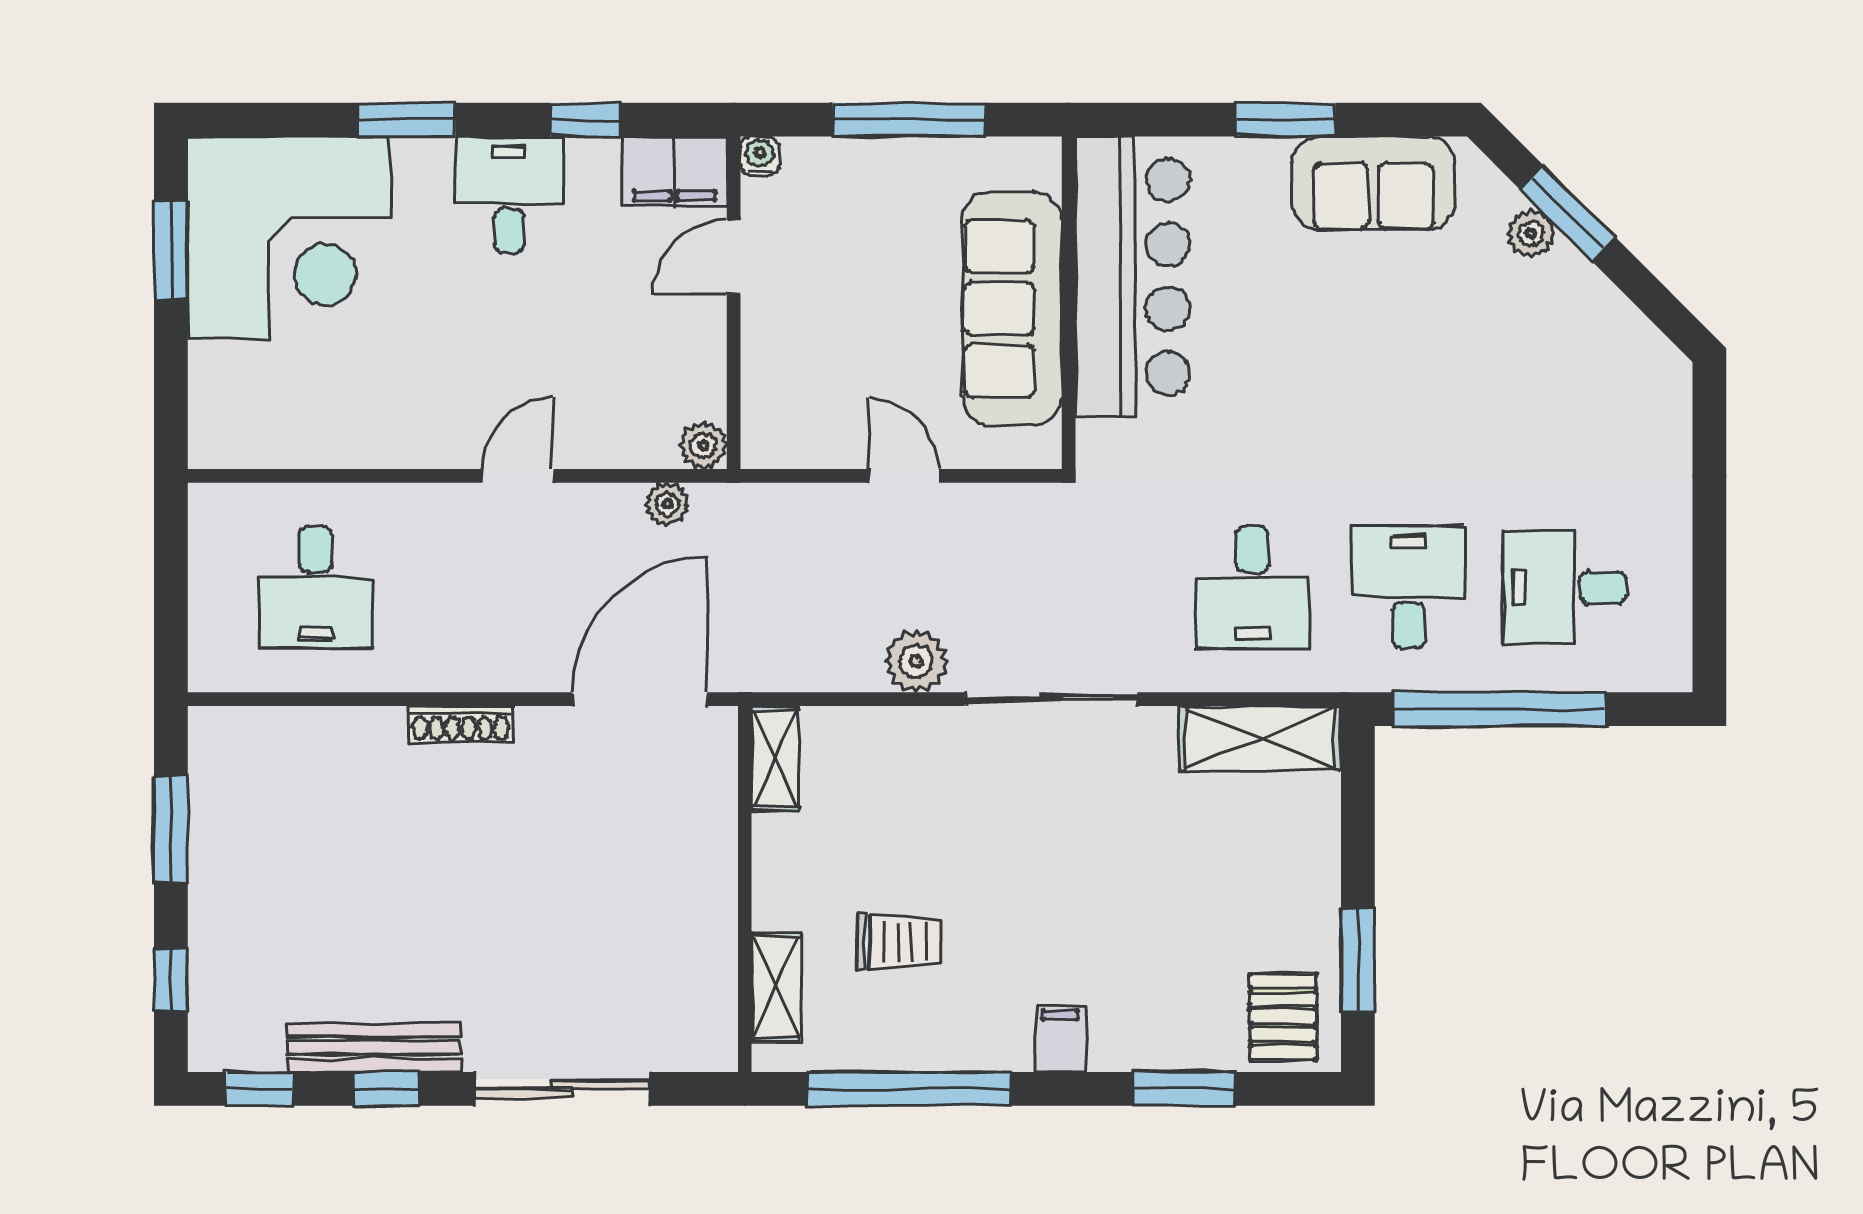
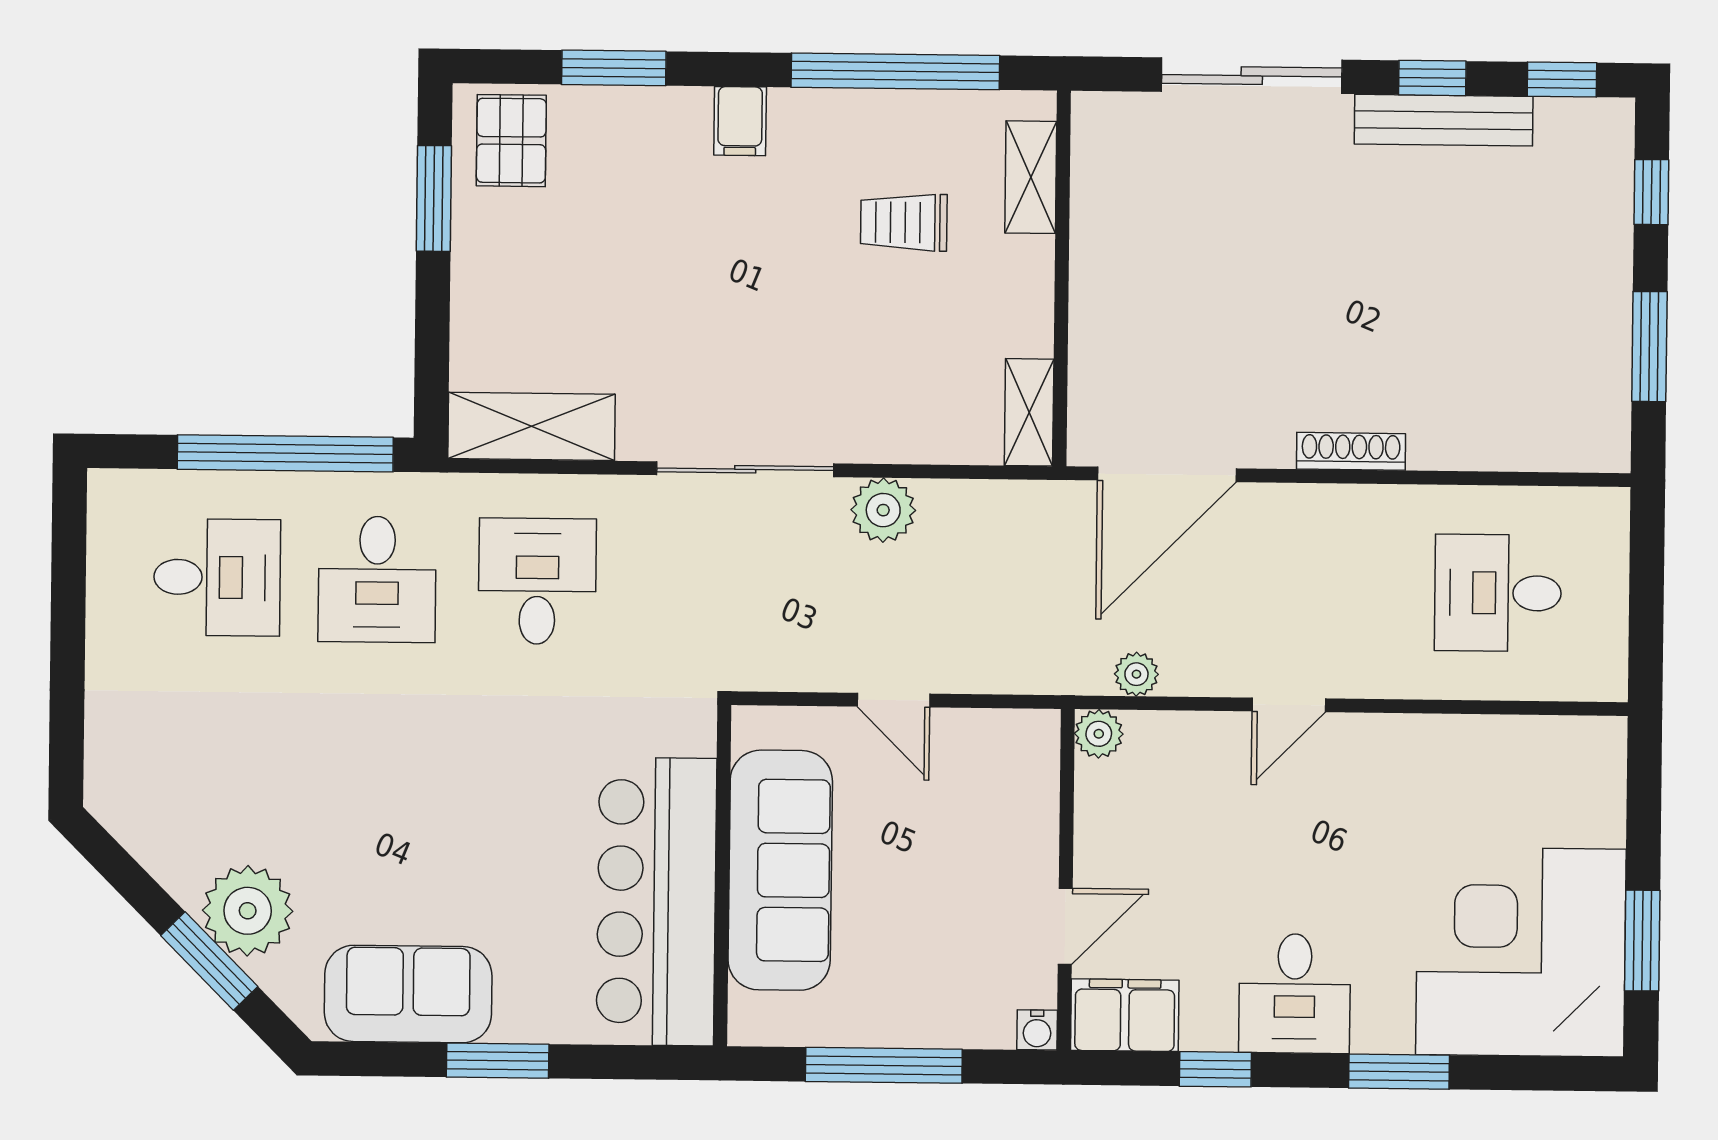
plant: (1531, 234) -> (248, 911), width x1.88, depth x1.88
desk: (316, 587) -> (1498, 593), turned -90

